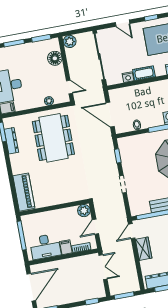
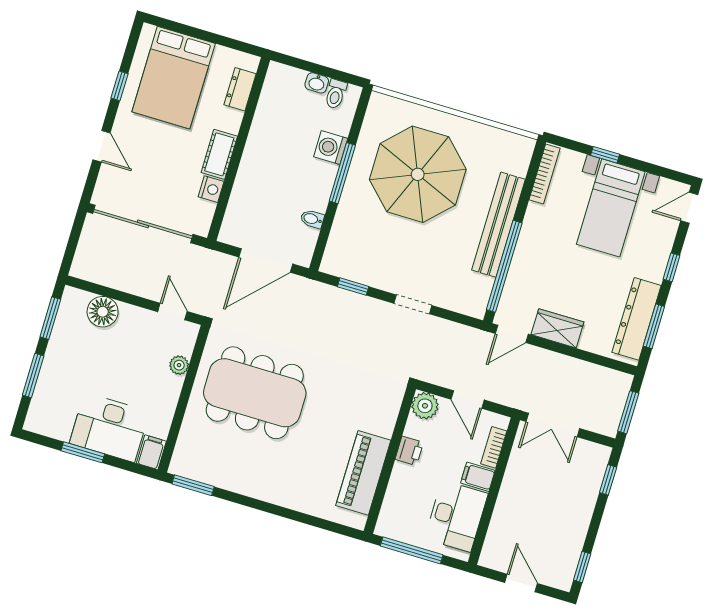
door: (123, 23) -> (101, 146), hinge flipped
plant: (70, 41) -> (85, 266), removed
door: (70, 87) -> (172, 312), hinge flipped
dresser: (11, 141) -> (219, 477), removed
piano: (24, 192) -> (363, 473), moved, turned -90
printer: (62, 214) -> (409, 451), added
door: (132, 231) -> (512, 334), hinge flipped
double door: (103, 267) -> (553, 425), swing flipped
door: (31, 287) -> (521, 583), width x0.53

